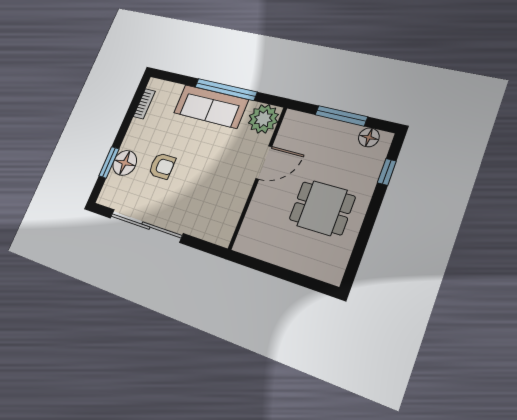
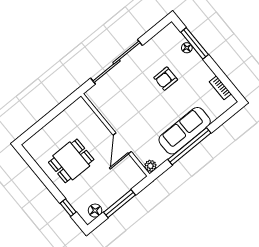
plant: (263, 119) -> (150, 166), width x0.53, depth x0.53
window: (109, 162) -> (195, 43), width x1.44
floor lamp: (125, 163) -> (187, 48), width x0.53, depth x0.53
sliding door: (146, 226) -> (117, 62), moved

